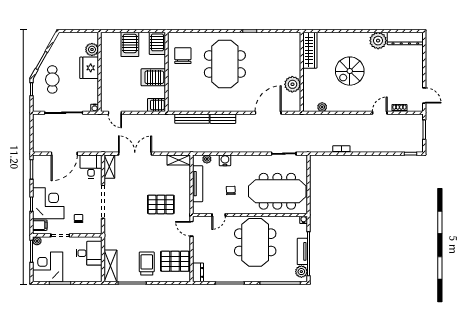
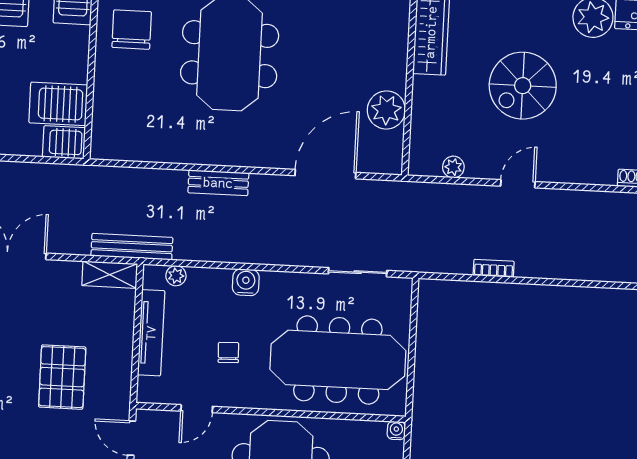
server rack: (153, 77) -> (58, 104), moved
door: (380, 113) -> (518, 184), moved
bench: (192, 119) -> (132, 247), moved
water cooler: (225, 160) -> (246, 282), moved
pallet: (161, 204) -> (62, 377), turned 90

